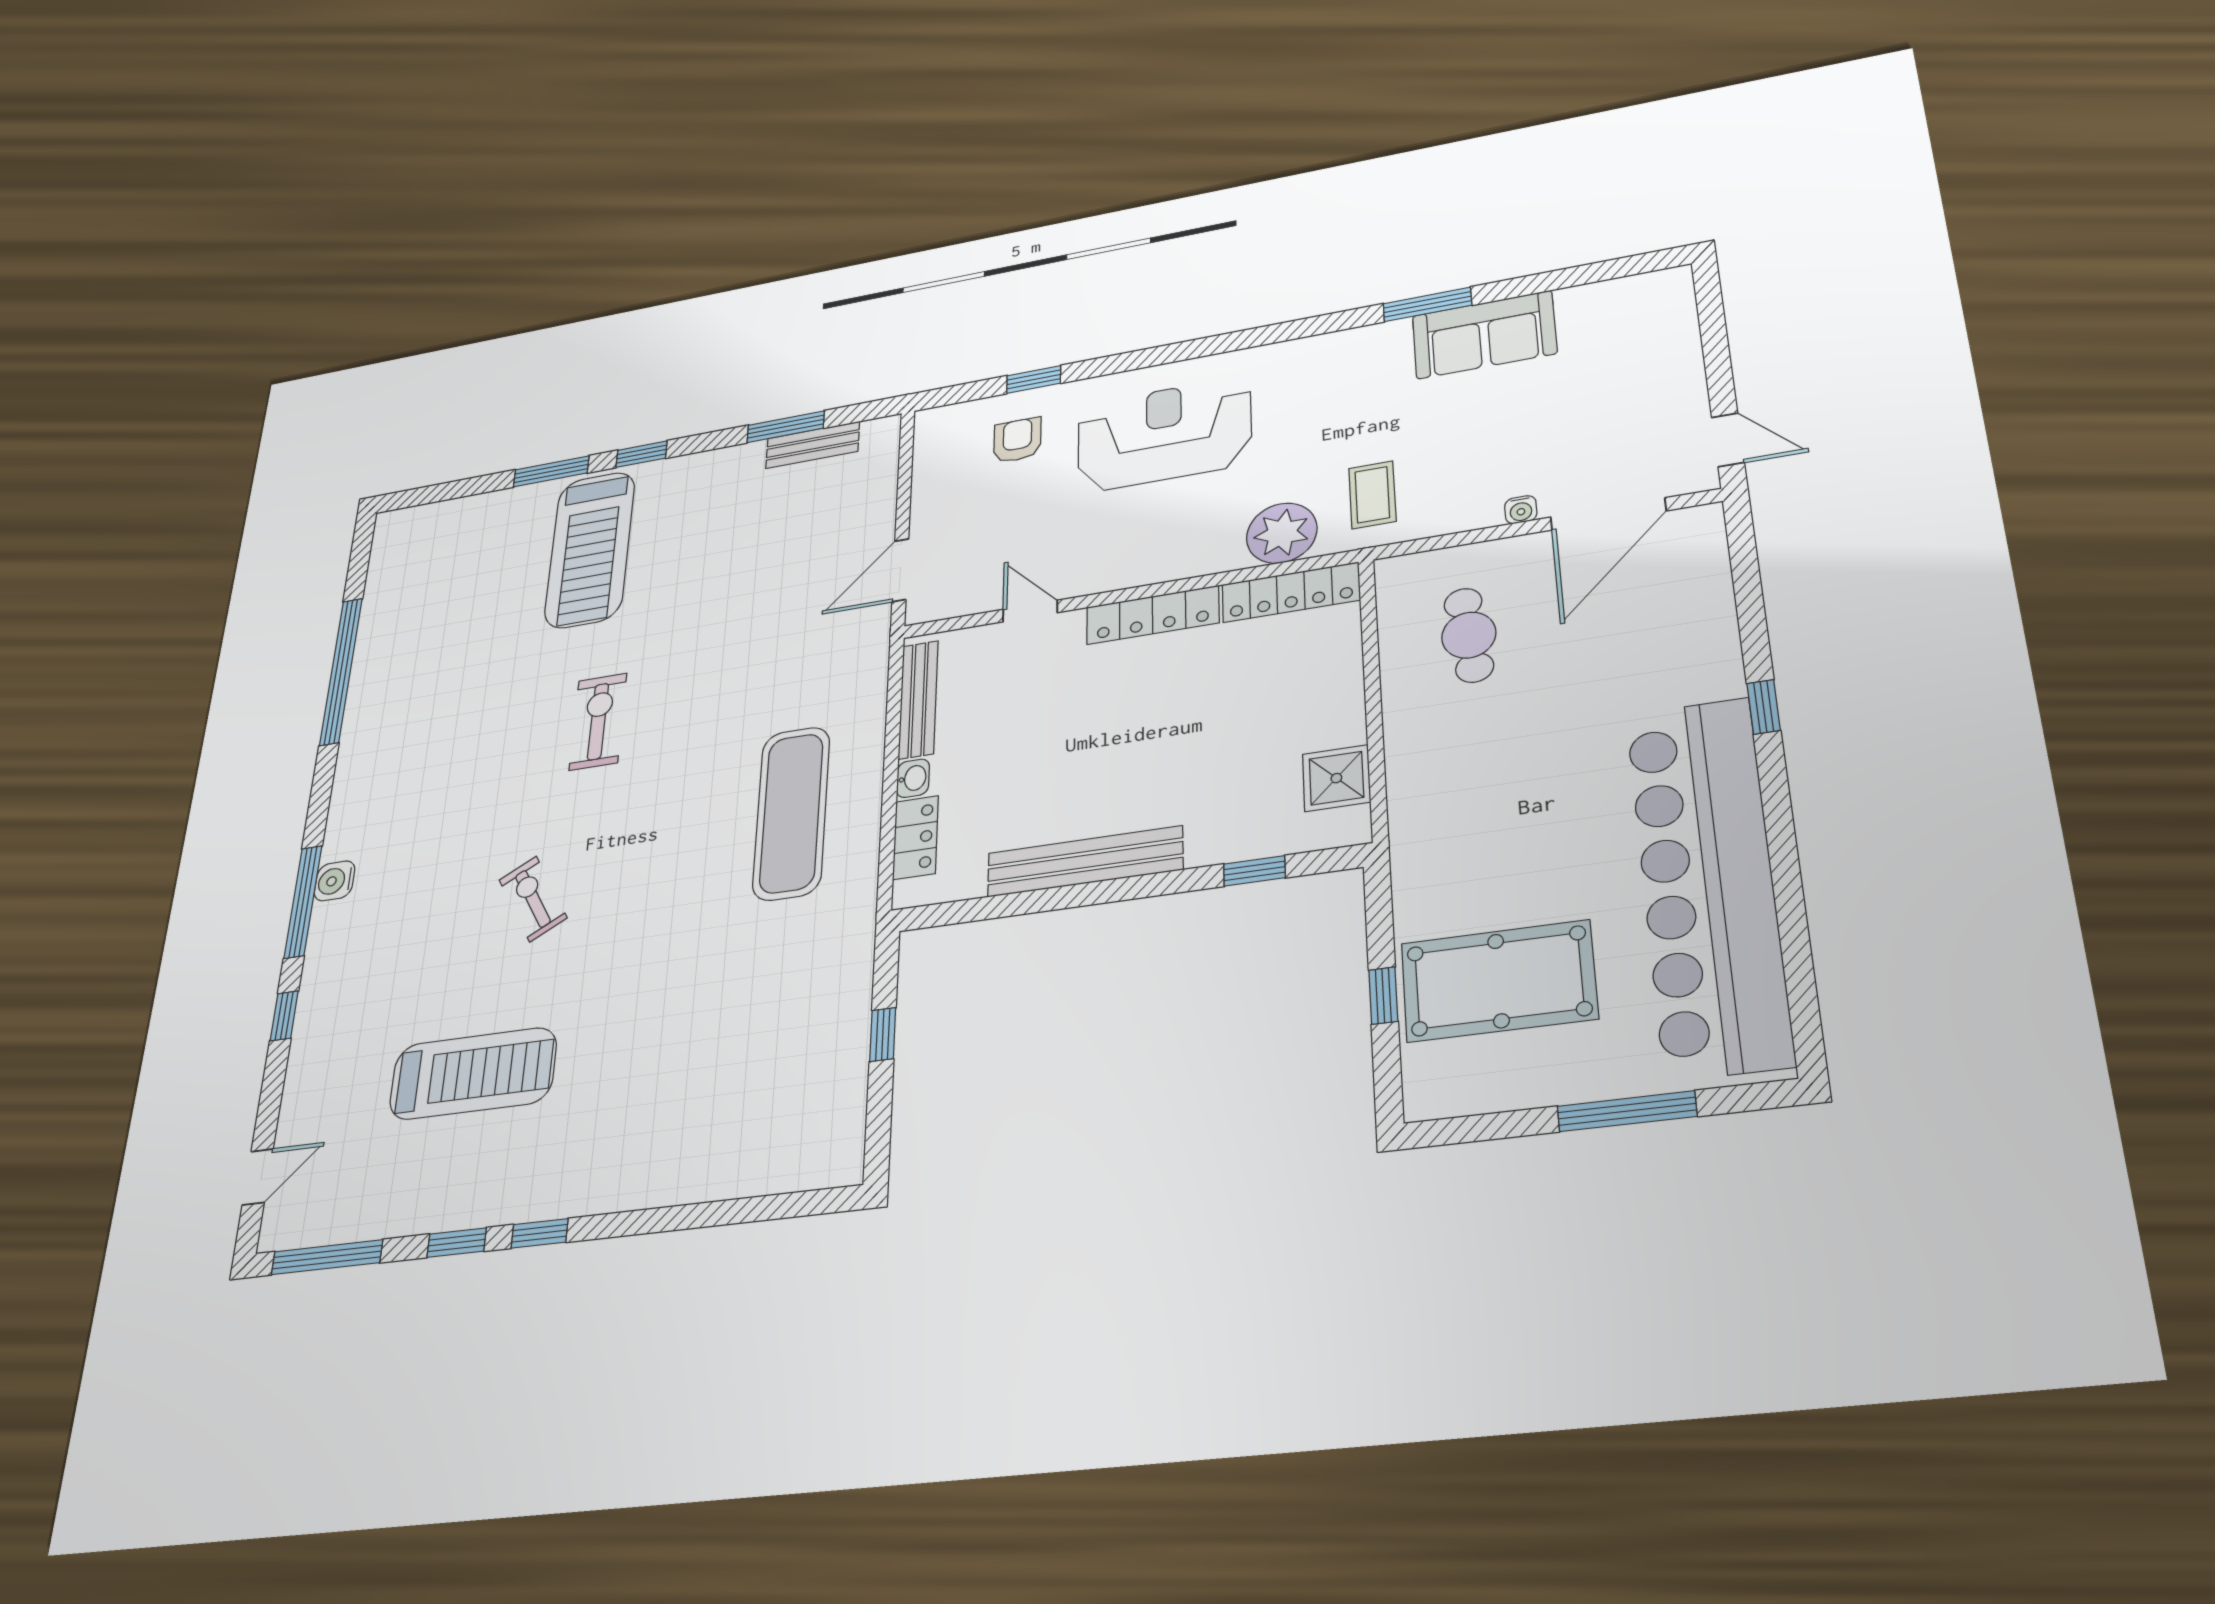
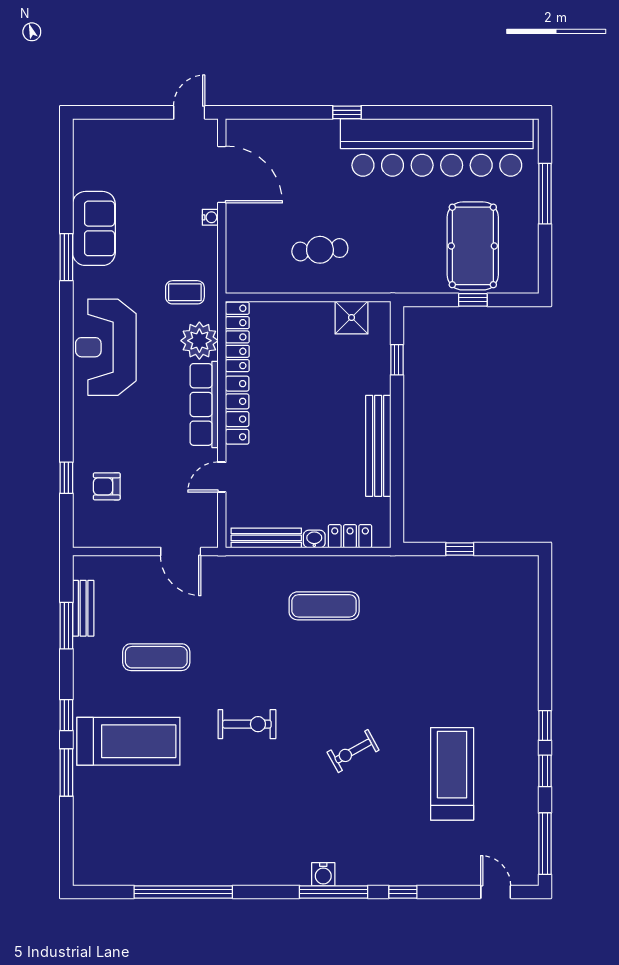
reception desk: (1164, 434) -> (106, 347), moved
row of seats: (1163, 561) -> (204, 404), added
exercise mat: (723, 565) -> (156, 657), added
cafe table: (1469, 635) -> (320, 250), moved
exercise bike: (598, 722) -> (247, 724), turned 180
exercise mat: (791, 813) -> (324, 606), width x0.73, depth x0.69

